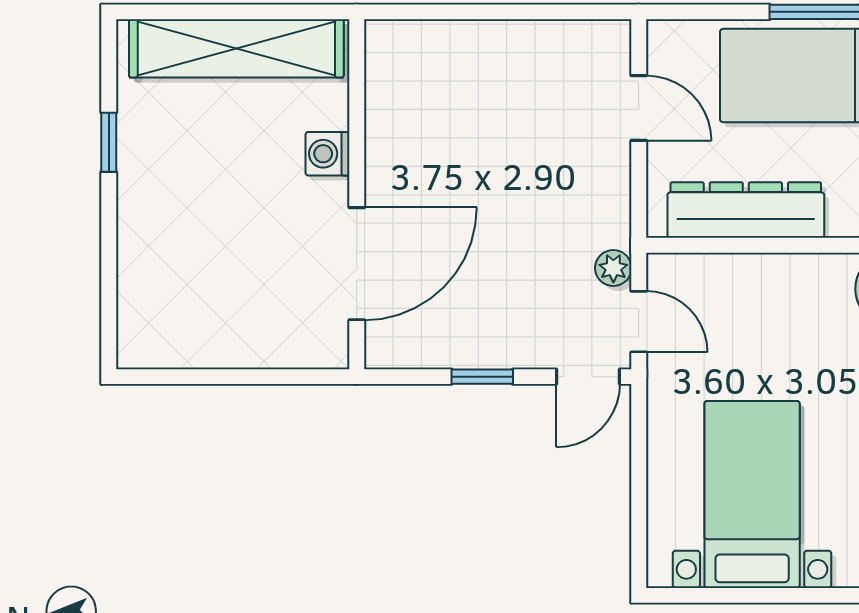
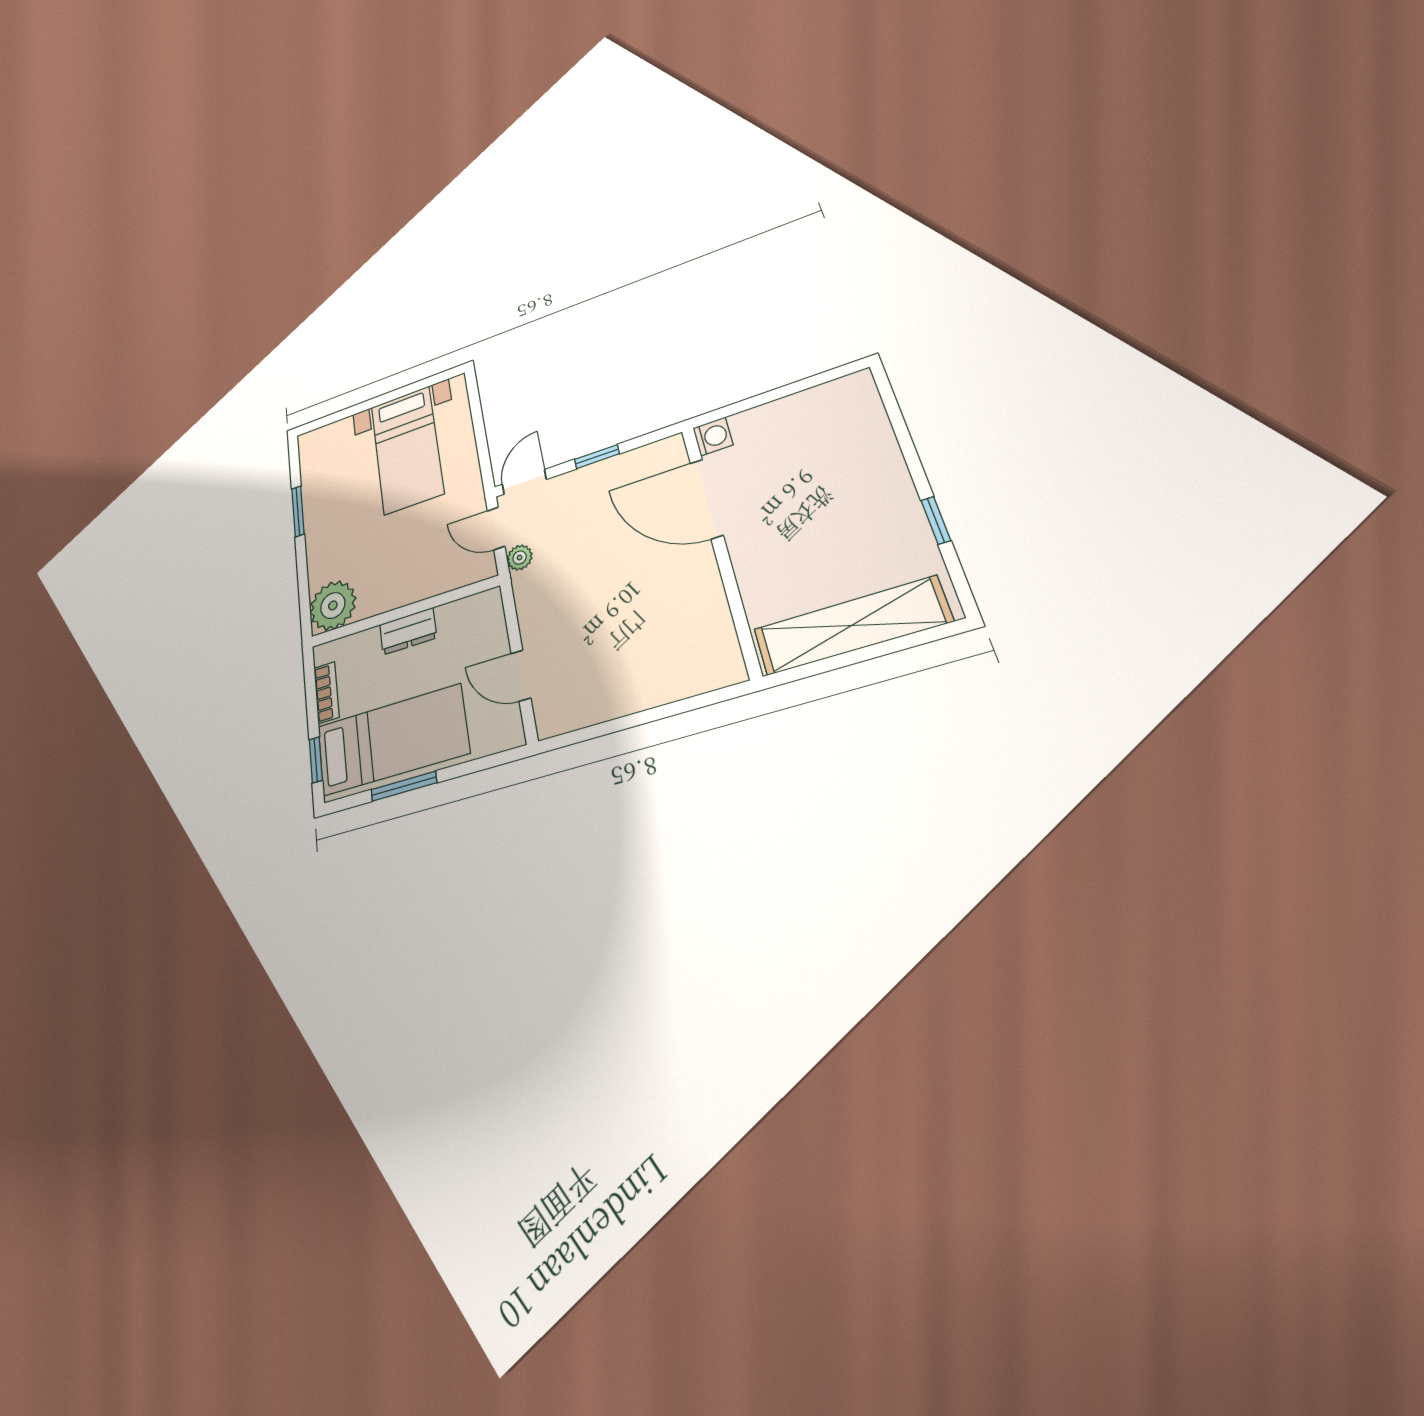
washing machine: (328, 154) -> (713, 436), moved
dresser: (746, 210) -> (408, 631), width x0.51, depth x0.80
door: (357, 264) -> (707, 499), hinge flipped

